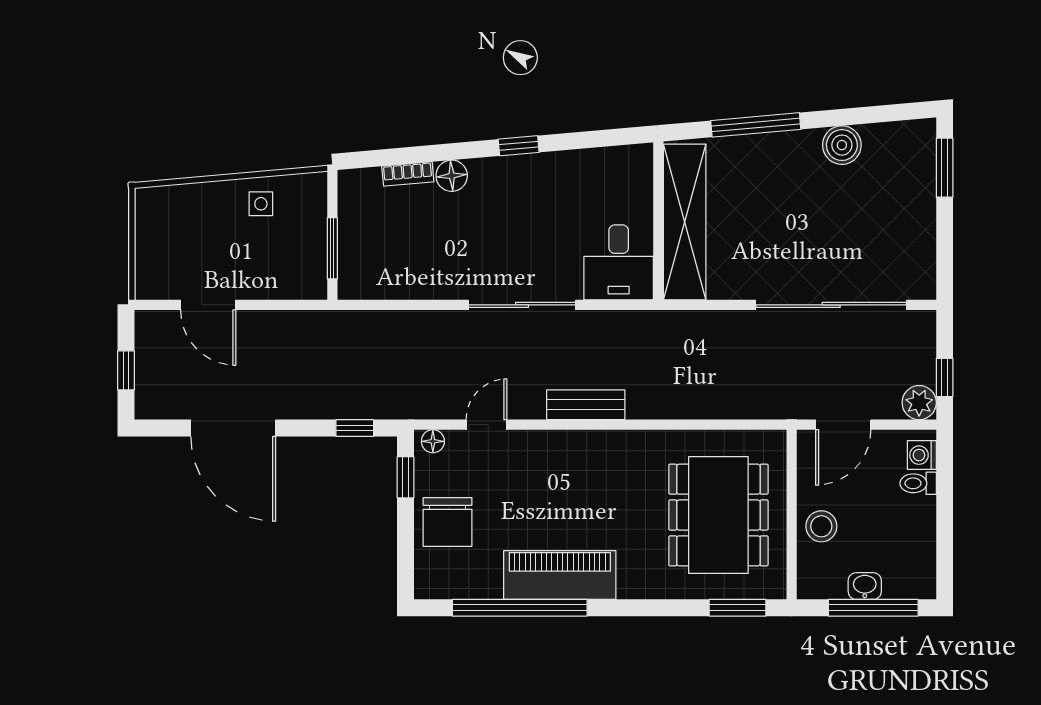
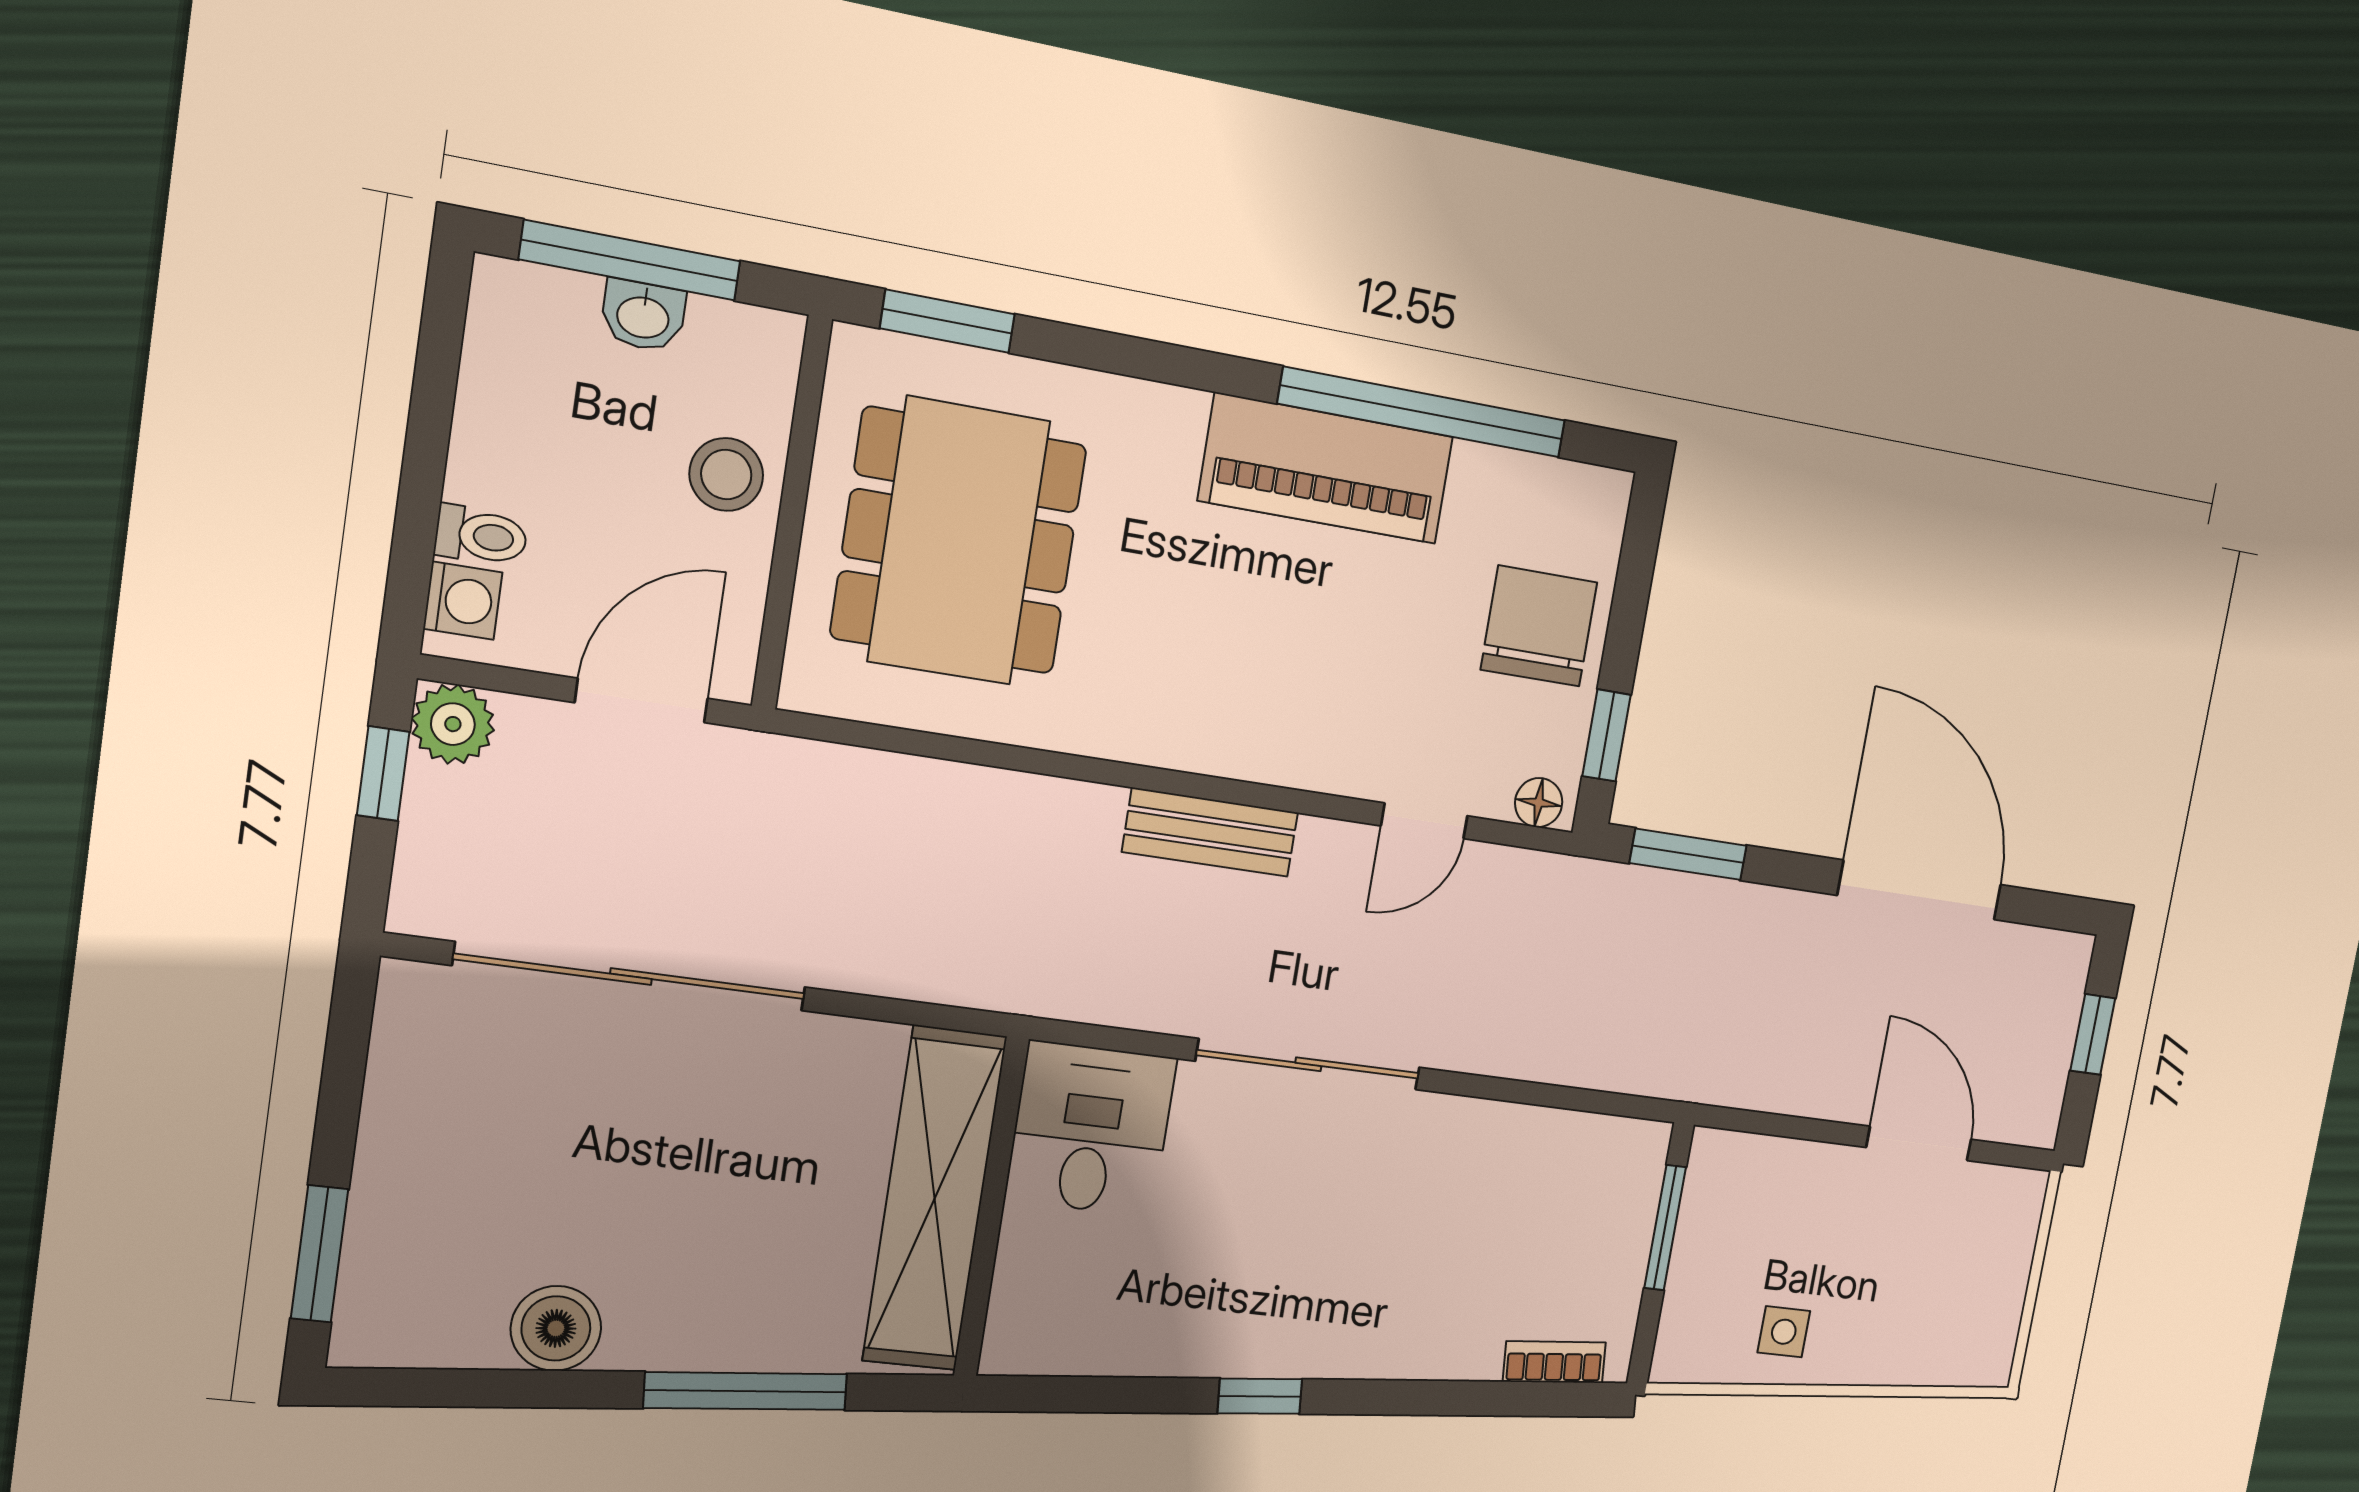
bookcase: (408, 174) -> (1554, 1362), moved
floor lamp: (452, 176) -> (1406, 1349), removed
window: (355, 428) -> (1688, 854), width x1.50

